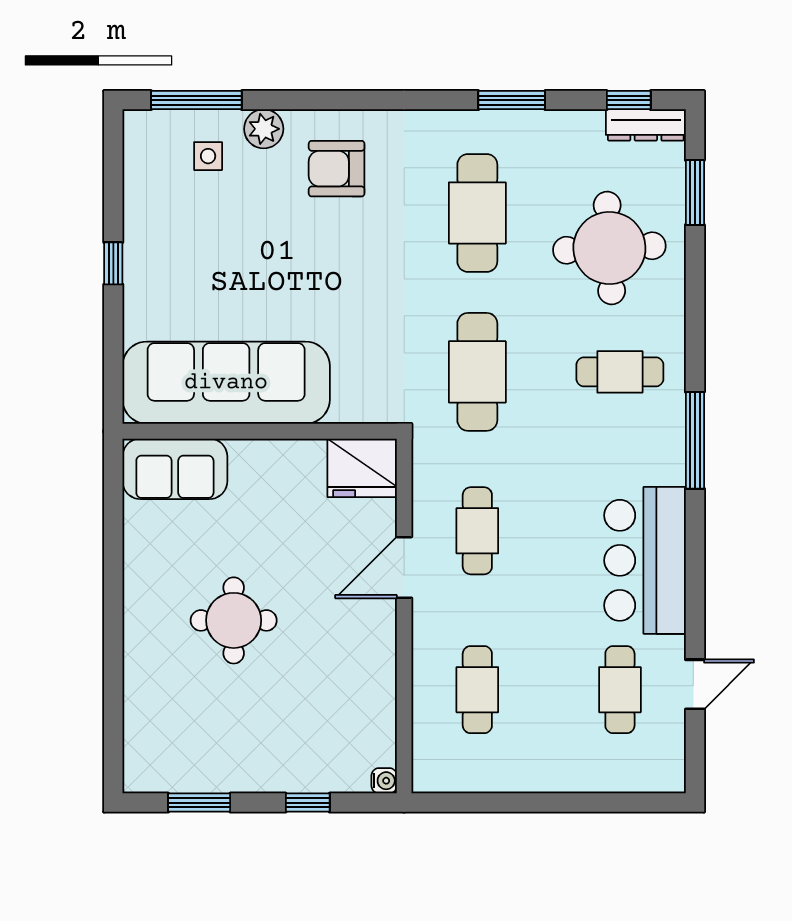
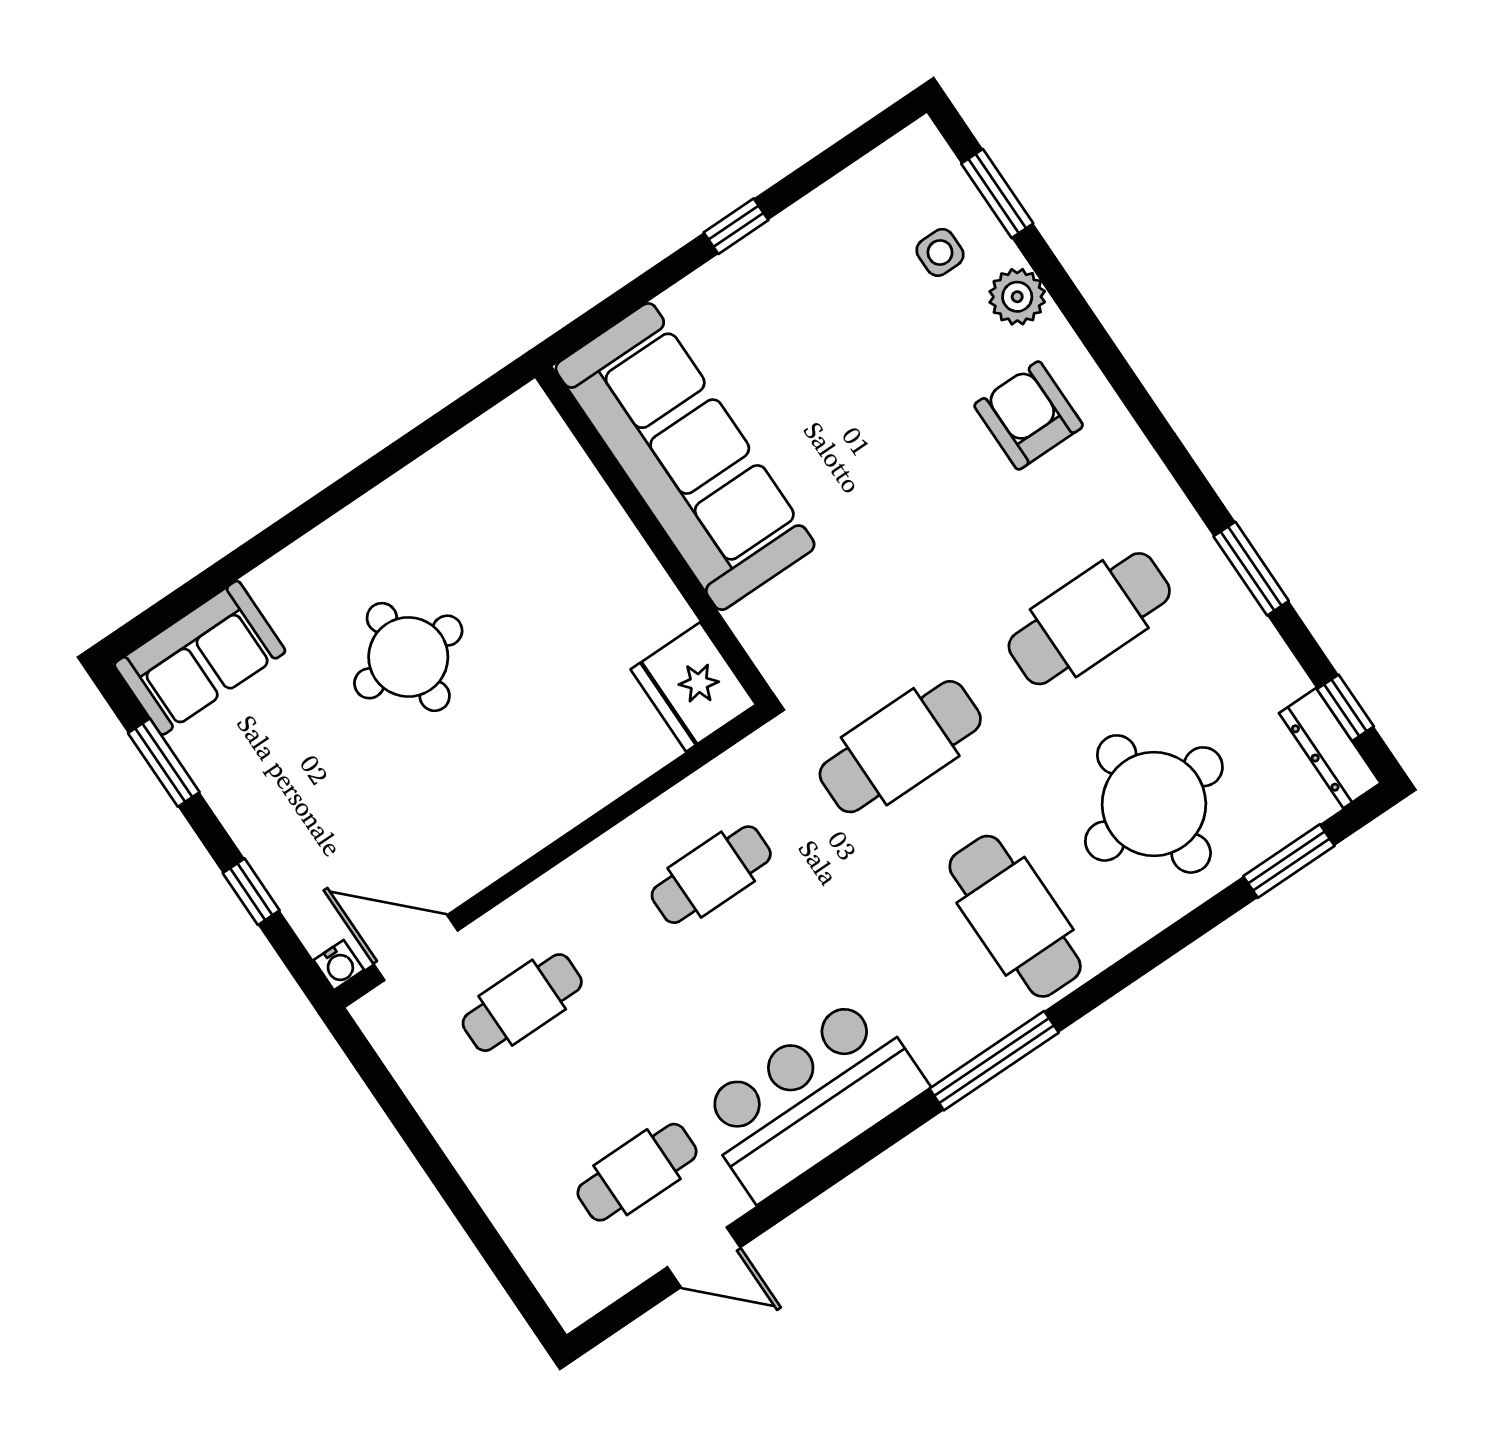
window: (196, 100) -> (997, 194), width x0.69
cafe table: (620, 372) -> (1015, 916), width x1.37, depth x1.35
sofa: (175, 469) -> (200, 658), moved, turned -90
door: (404, 567) -> (416, 948), moved

